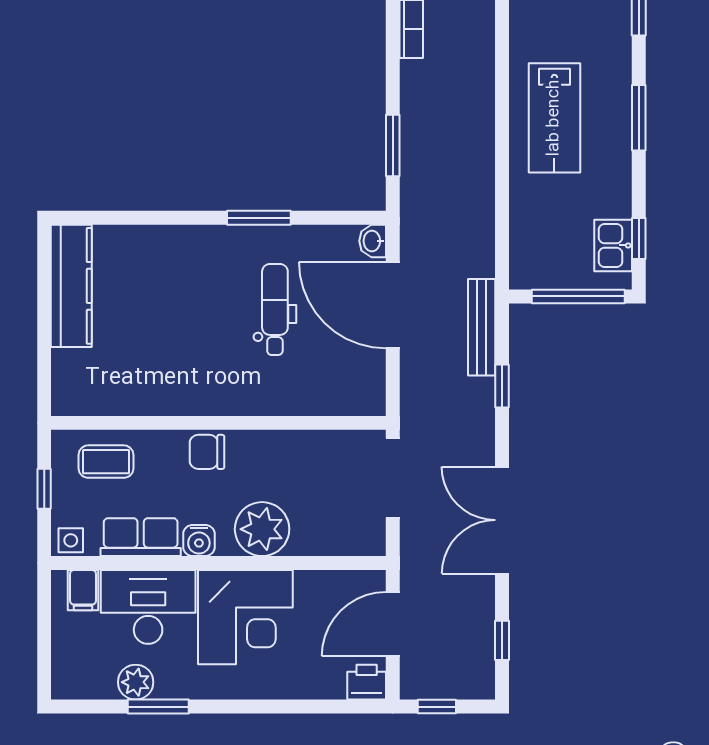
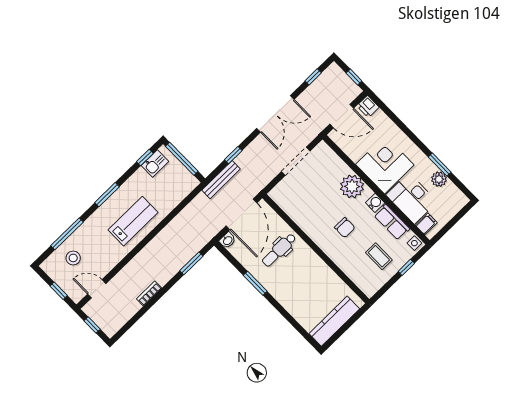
wall: (218, 423) -> (316, 249), moved

